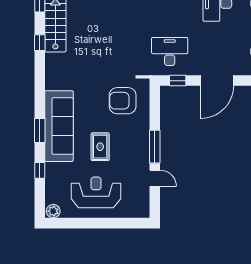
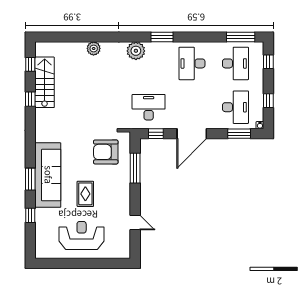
window: (155, 147) -> (135, 168), moved
plant: (53, 211) -> (43, 252), removed

